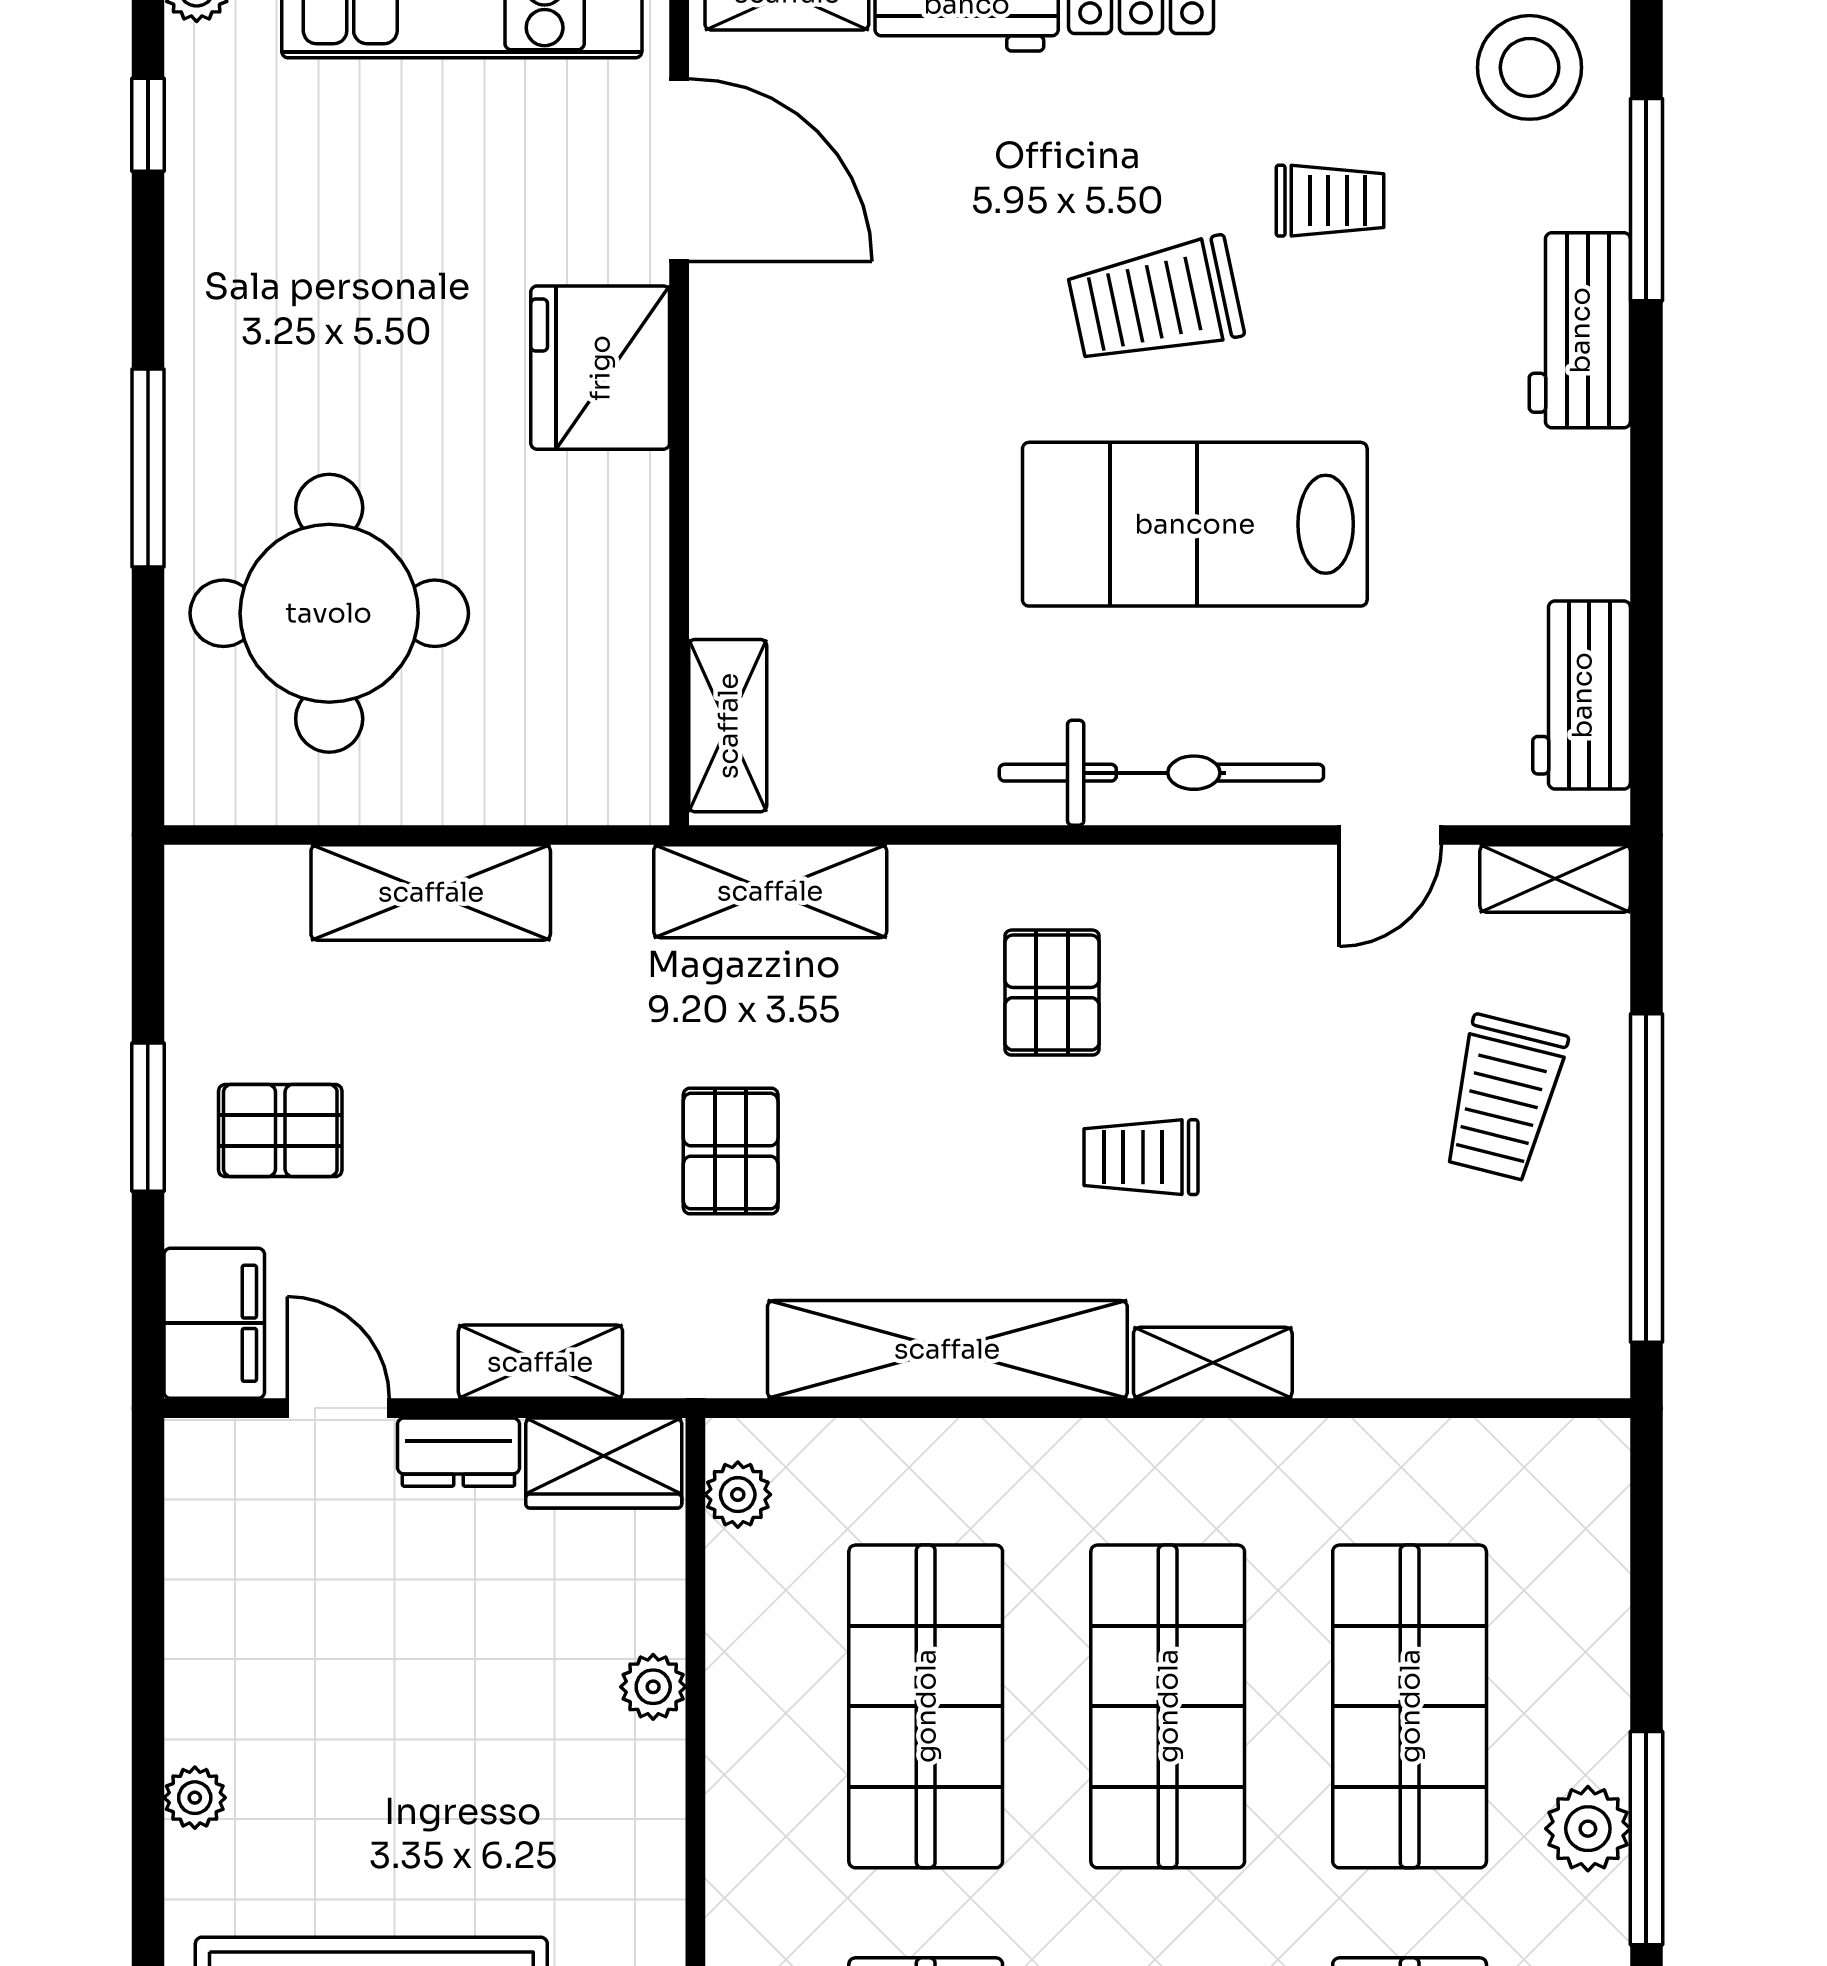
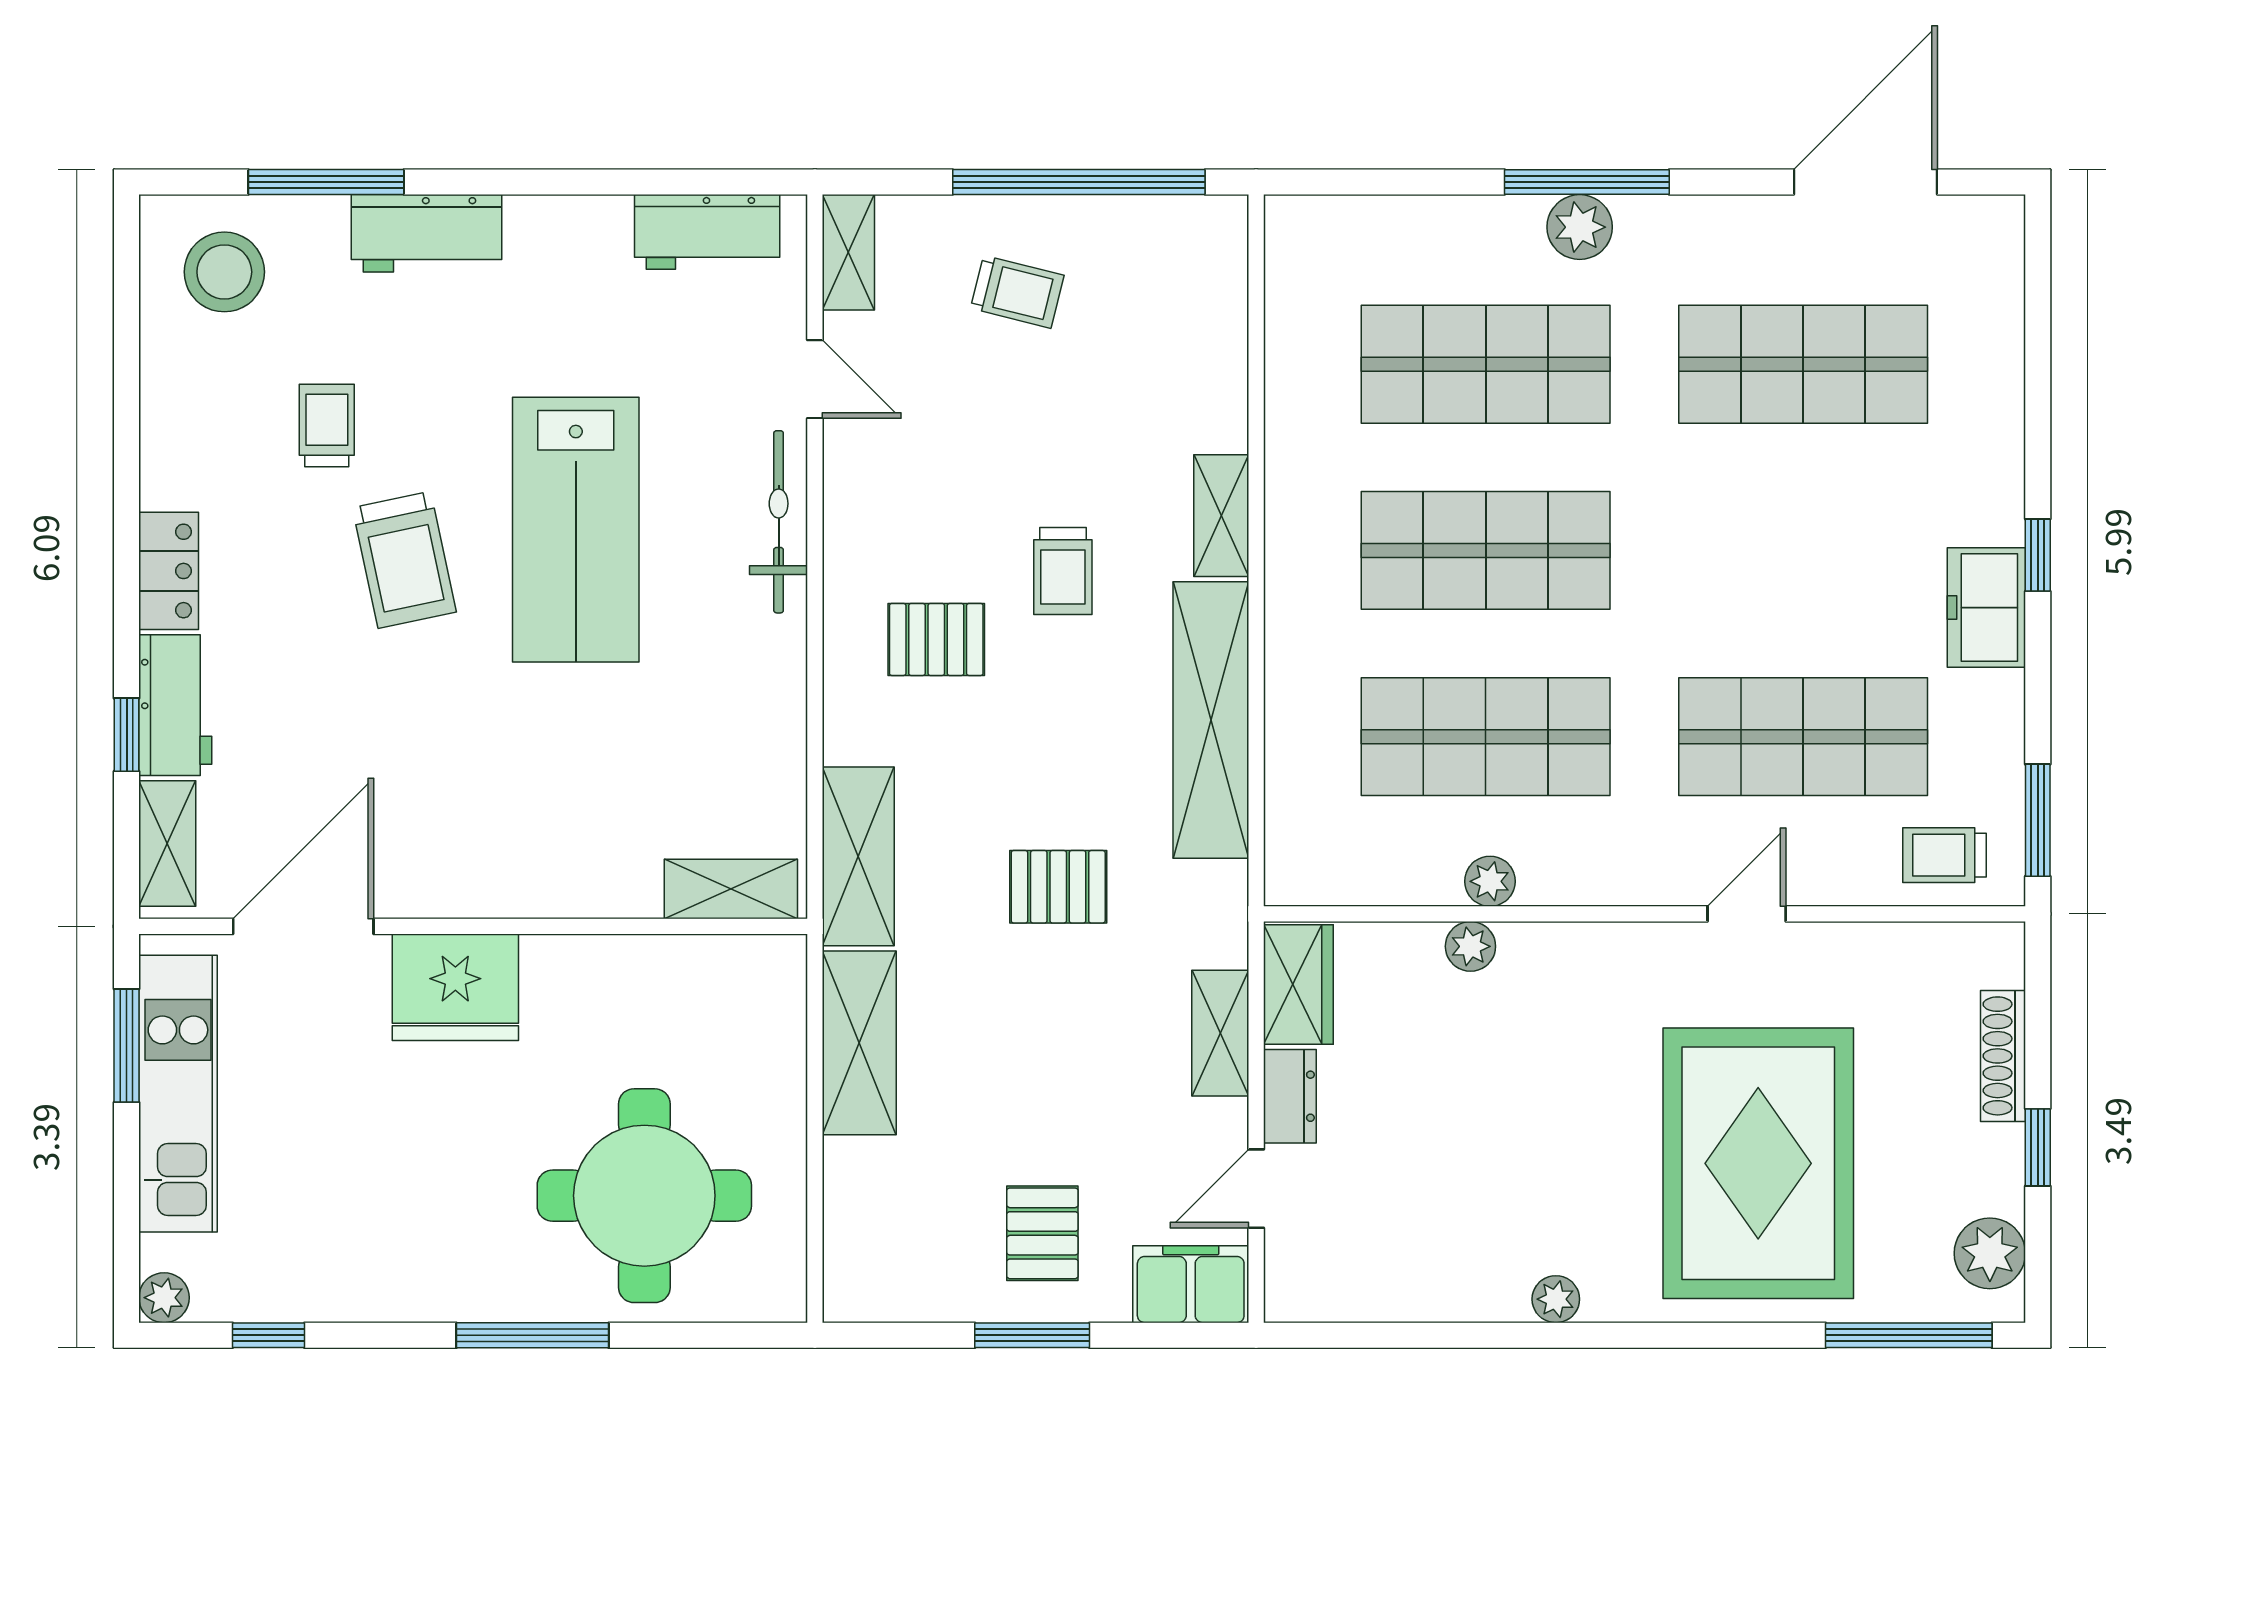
bicycle: (1161, 773) -> (779, 522), width x0.73, depth x0.71
shelving: (431, 892) -> (859, 1043), moved
trolley: (1504, 1098) -> (1017, 292), width x0.73, depth x0.72
plant: (738, 1495) -> (1490, 881), moved

